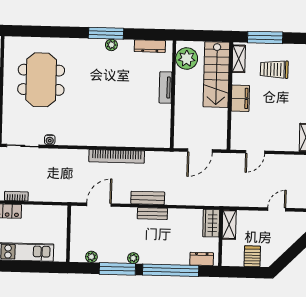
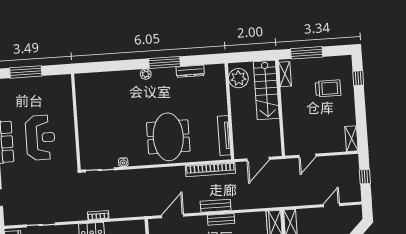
plant: (111, 45) -> (146, 74), moved
dresser: (150, 46) -> (190, 71), moved
trolley: (274, 69) -> (328, 88), moved, turned 180
meeting table: (41, 80) -> (168, 137), moved
tv unit: (166, 87) -> (224, 136), moved, width x1.41
filing cabinet: (240, 98) -> (290, 109), removed
bookcase: (117, 156) -> (210, 170), moved

